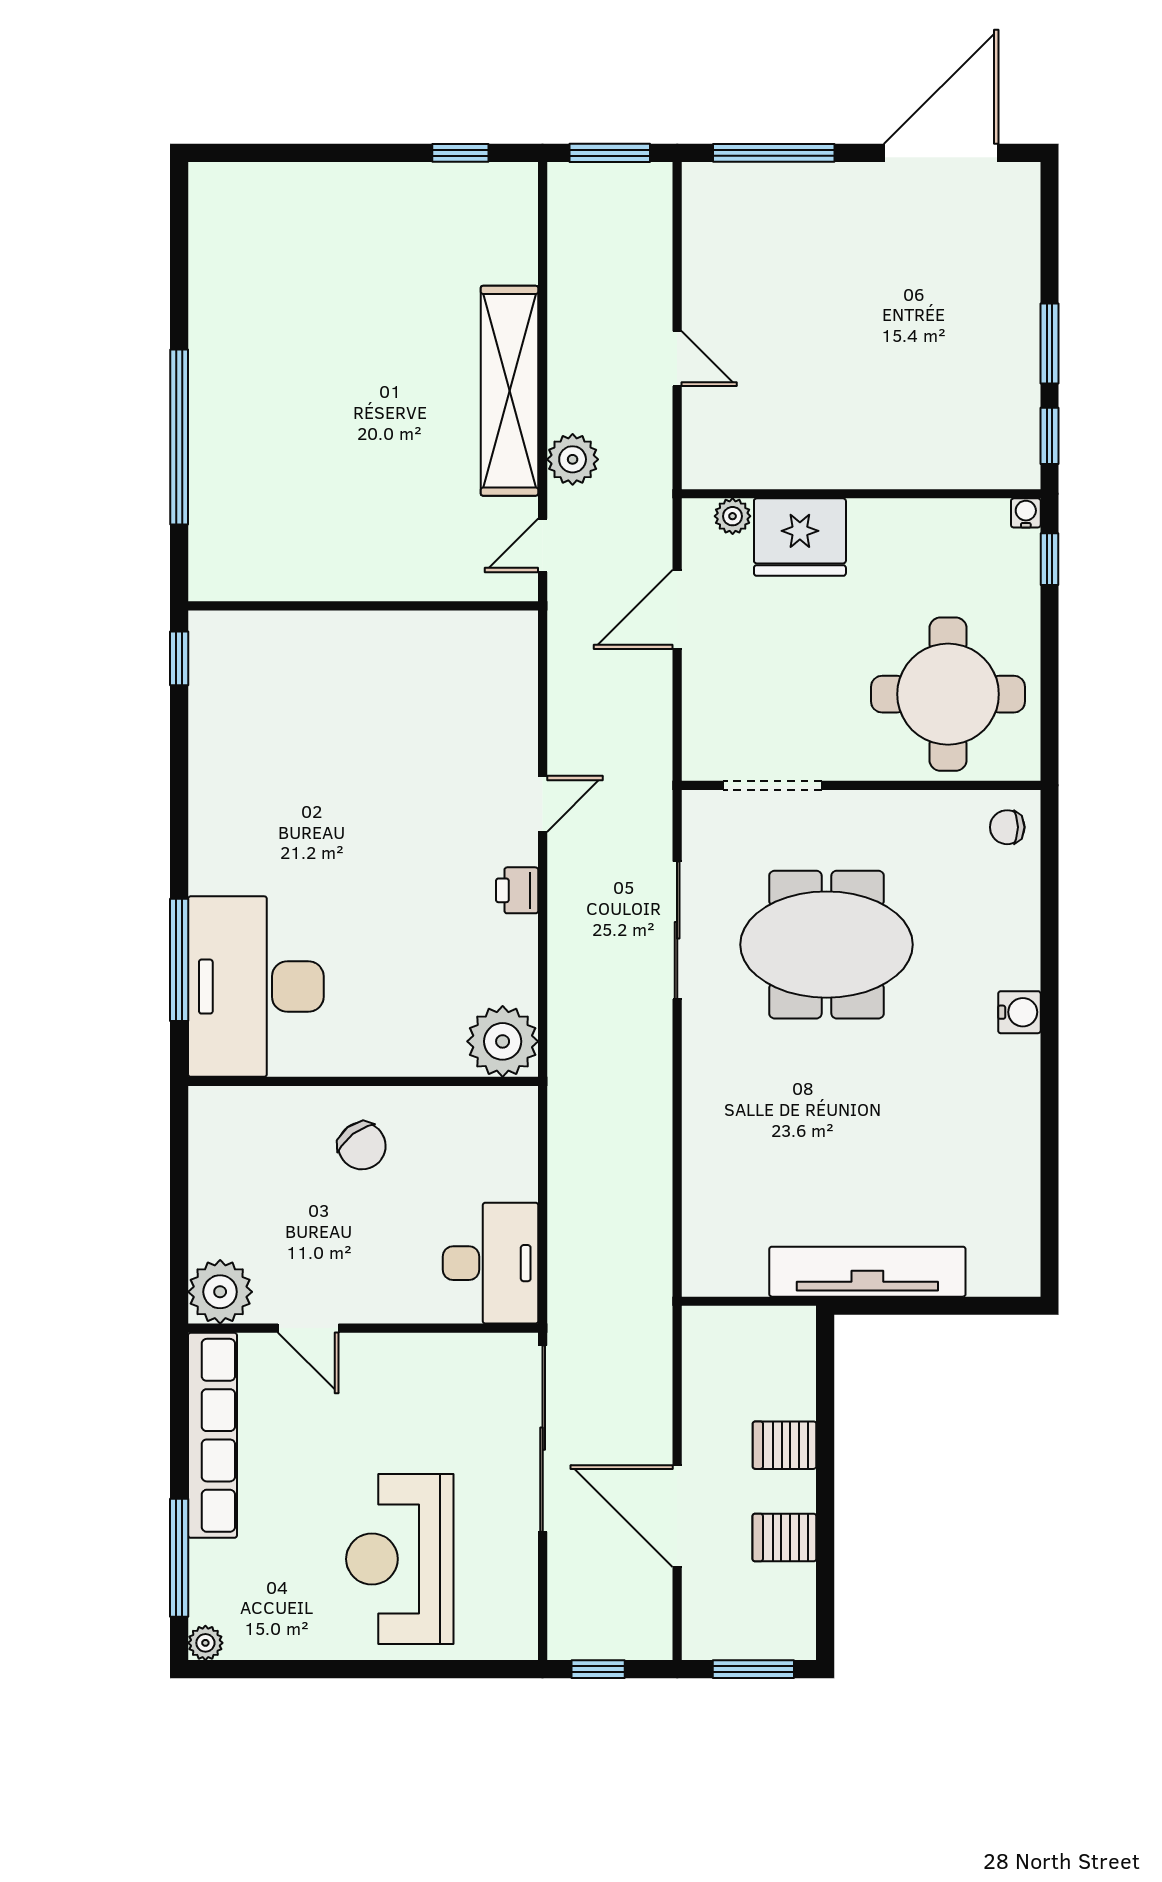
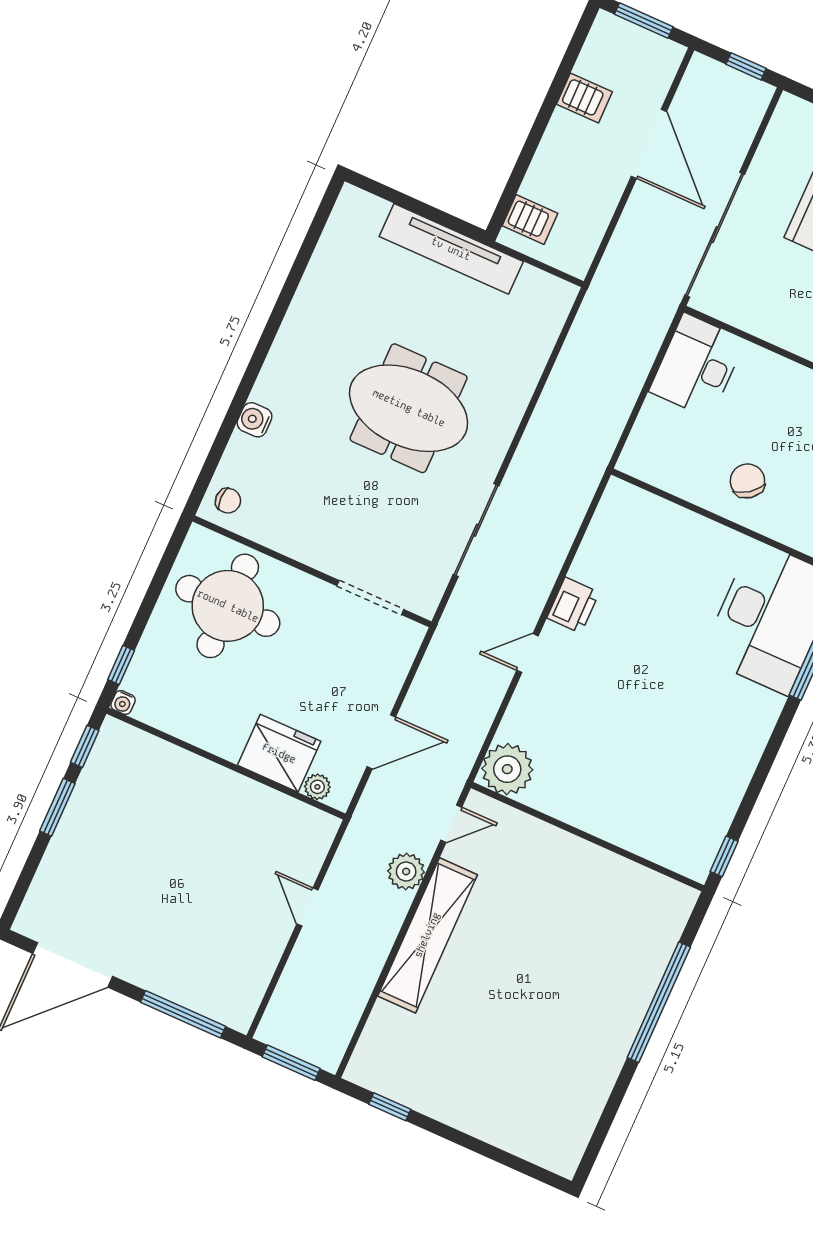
printer: (517, 890) -> (573, 605), width x1.36, depth x1.24
meeting table: (826, 945) -> (409, 408), moved
water cooler: (1019, 1012) -> (255, 420), moved
plant: (503, 1041) -> (507, 769), moved
server rack: (785, 1445) -> (530, 219), moved

